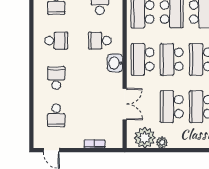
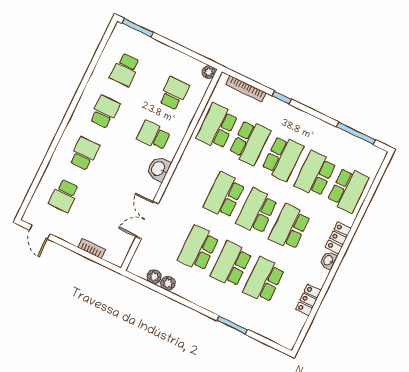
school desk: (56, 41) -> (105, 112), turned -90
school desk: (143, 59) -> (191, 180), removed
double door: (125, 104) -> (147, 220), swing flipped
plant: (145, 138) -> (154, 277), width x0.53, depth x0.53

